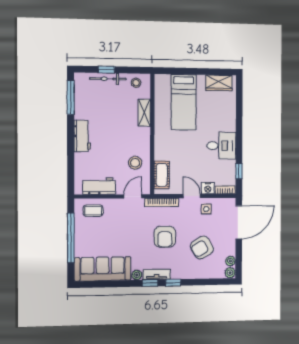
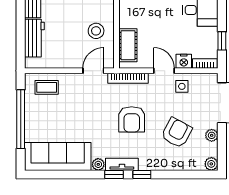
workbench: (99, 186) -> (34, 38), moved, turned 90
armchair: (202, 247) -> (177, 133), turned 149
plant: (230, 261) -> (212, 135), moved

